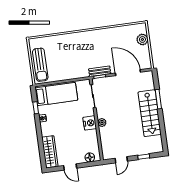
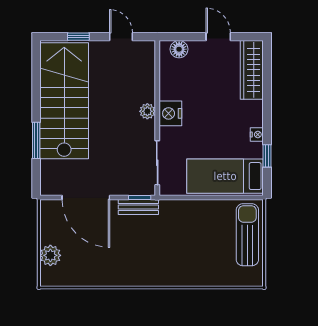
stairs: (150, 113) -> (64, 101), width x1.36, depth x1.51
door: (121, 160) -> (121, 37), hinge flipped

